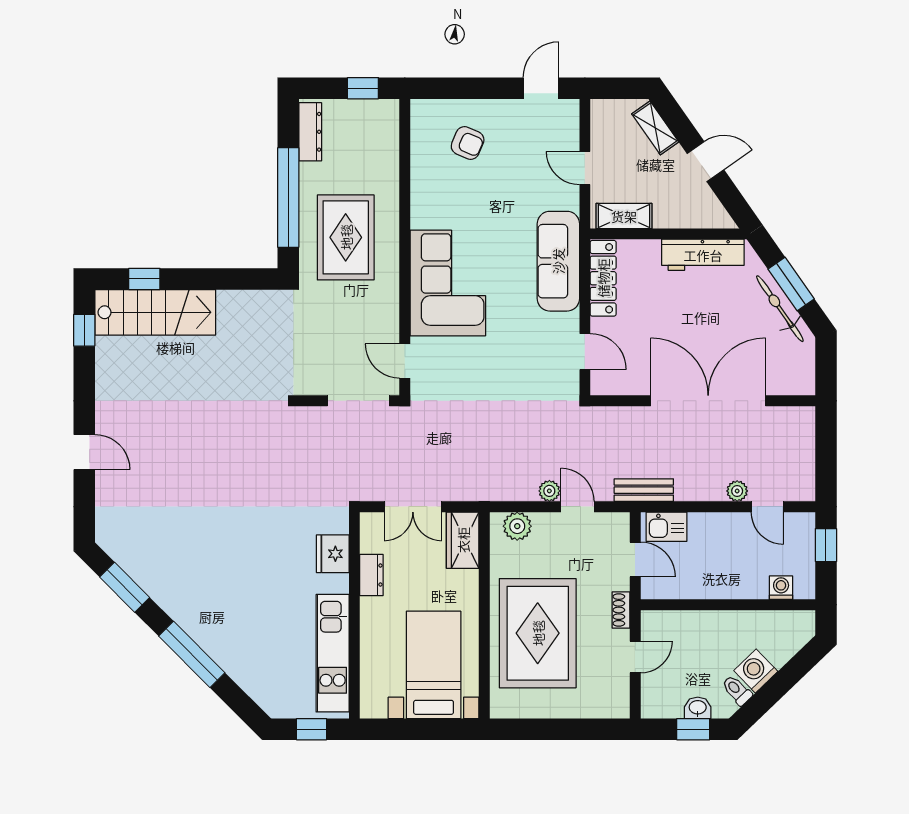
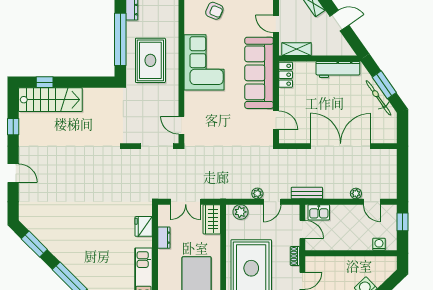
sofa: (558, 261) -> (259, 73), width x1.36, depth x1.27
locker: (603, 278) -> (286, 75), width x0.66
corner sofa: (448, 283) -> (204, 62), moved
window: (84, 330) -> (13, 127), moved
door: (577, 507) -> (272, 202), swing flipped

